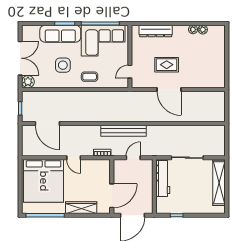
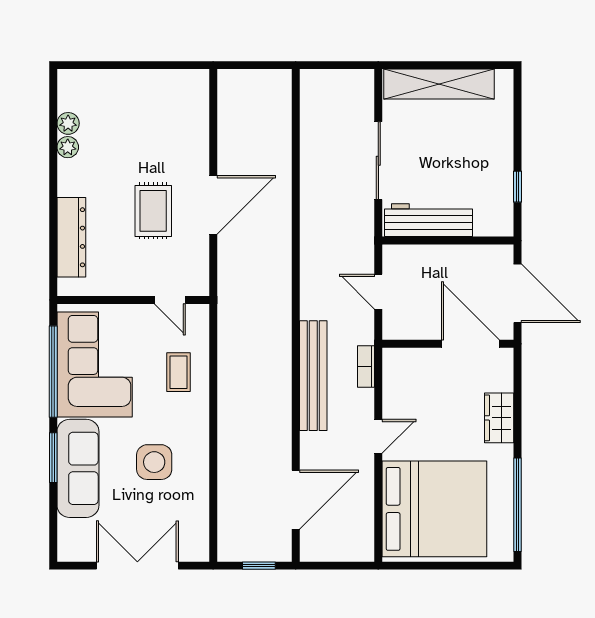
coffee table: (90, 77) -> (178, 372), moved
plant: (28, 82) -> (194, 547), removed
bench: (123, 131) -> (313, 376), moved
wardrobe: (81, 208) -> (499, 418), width x0.67

